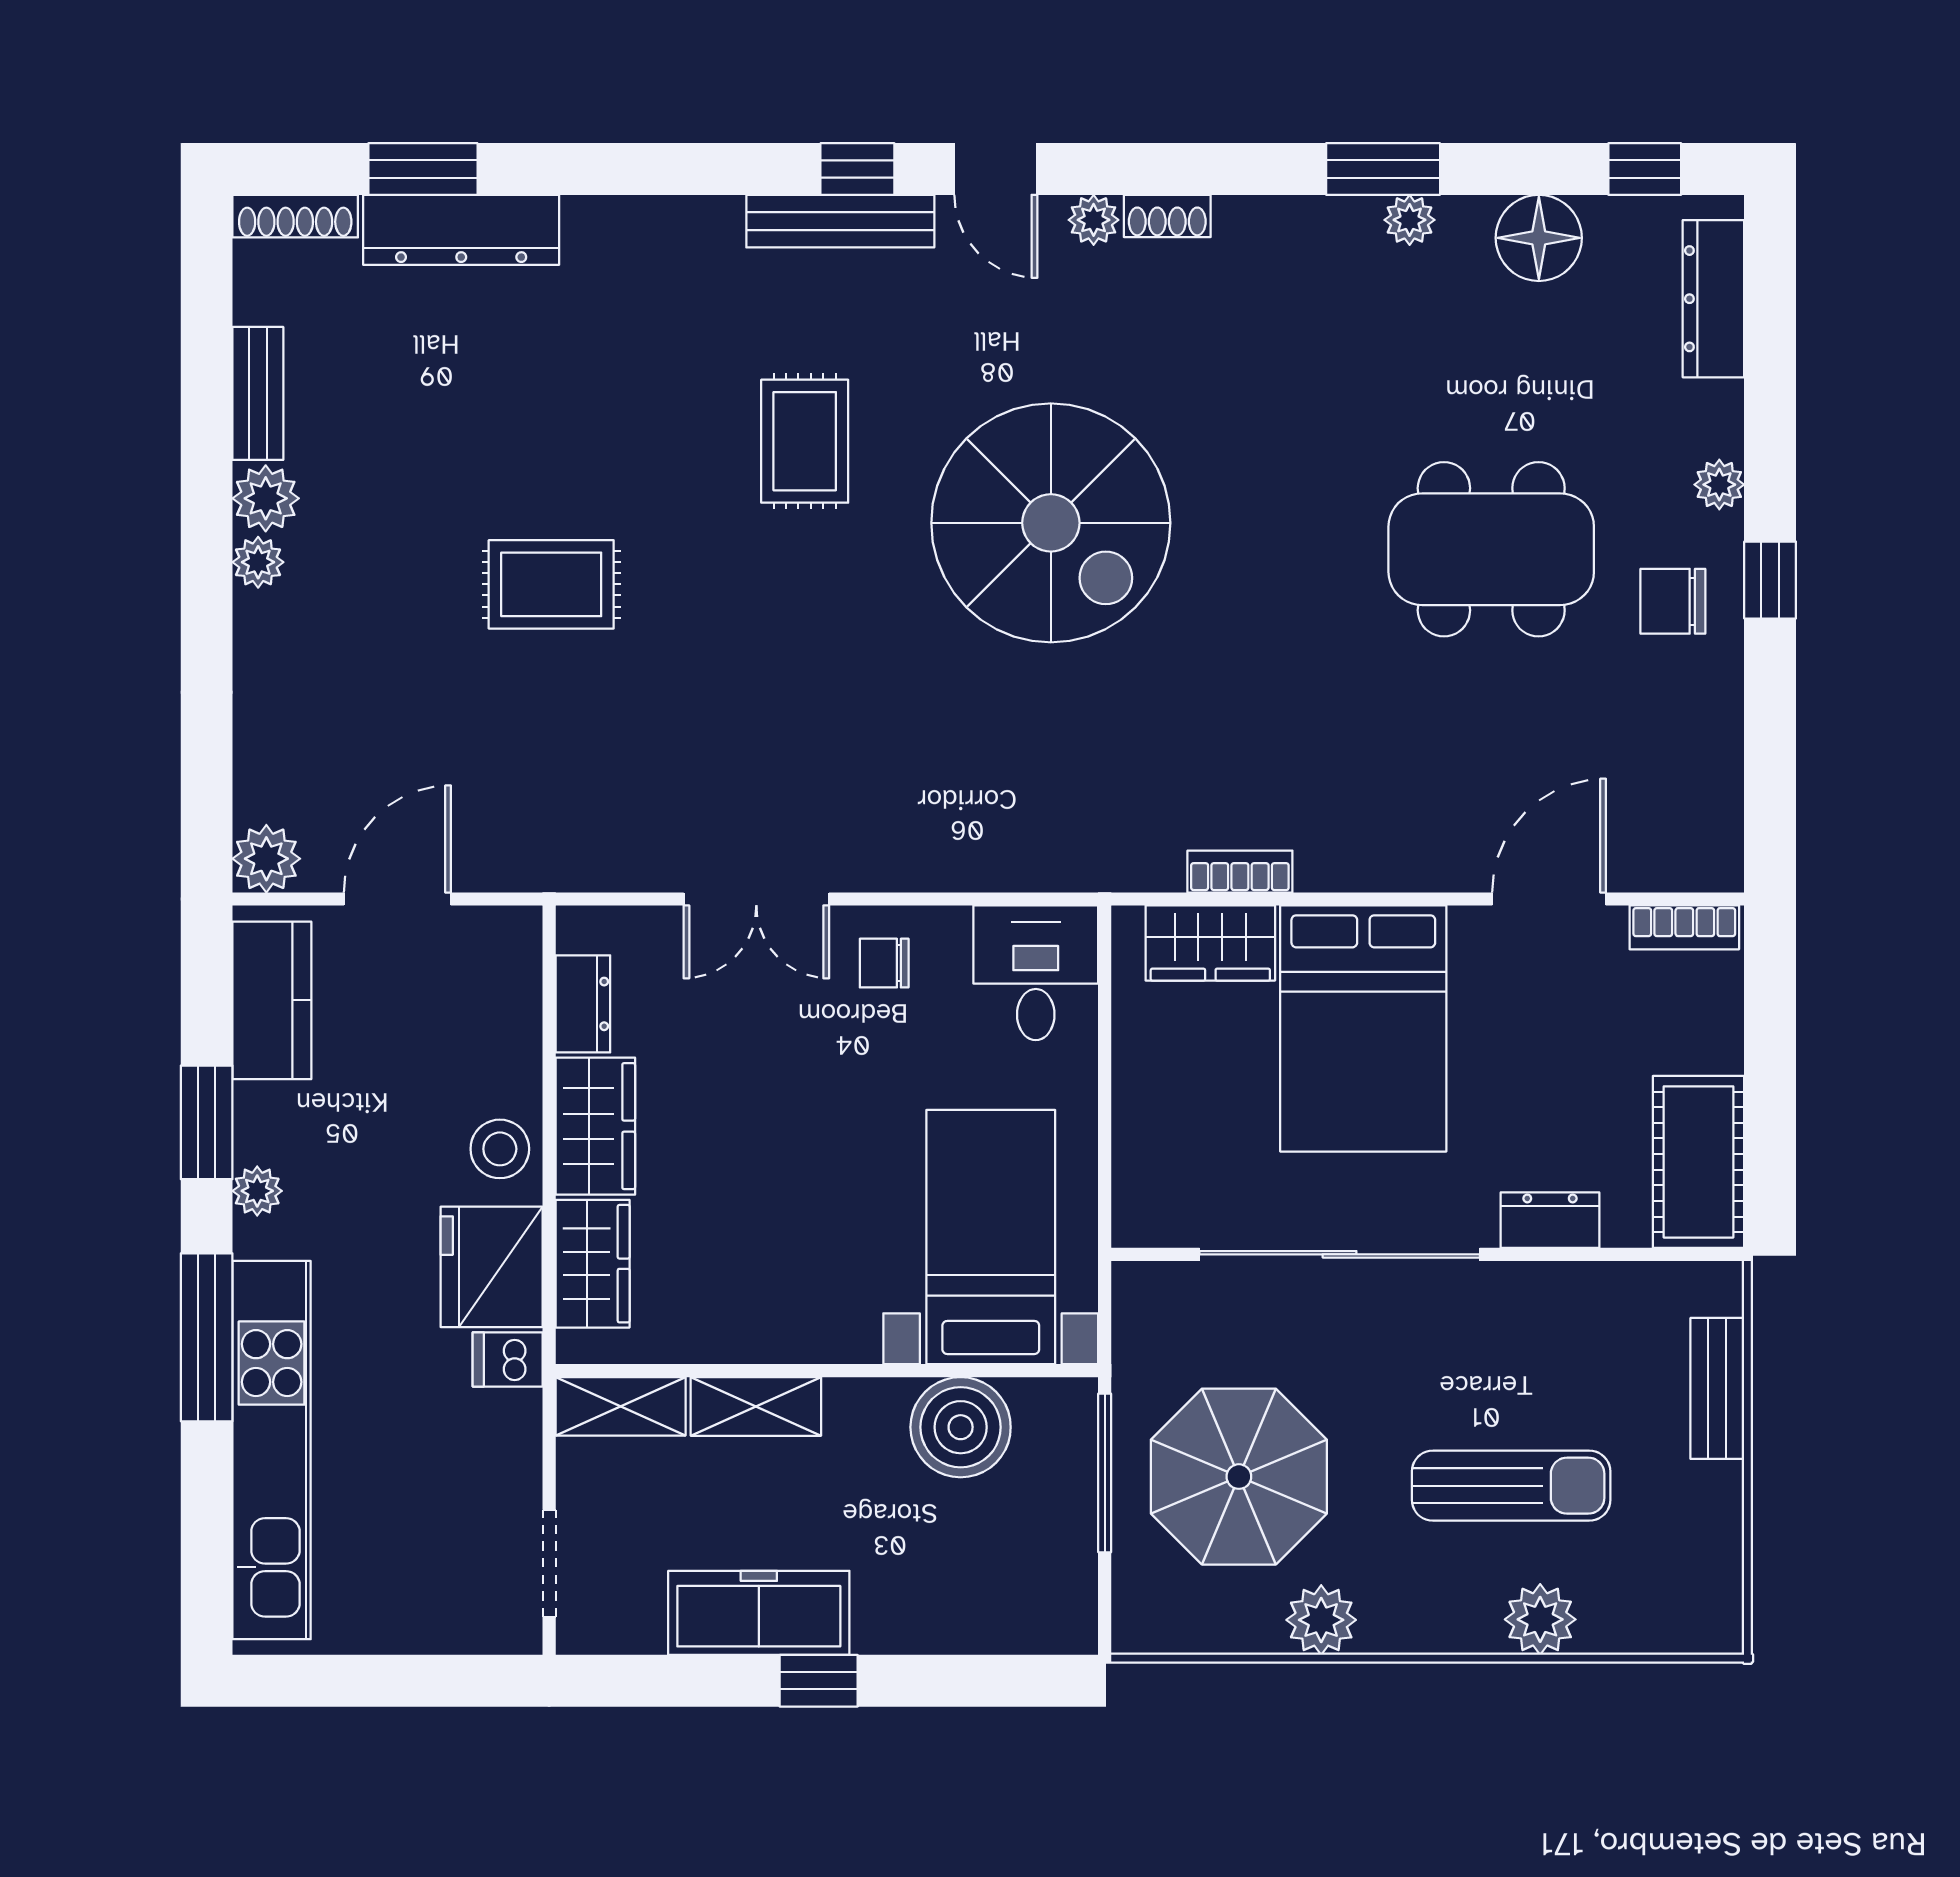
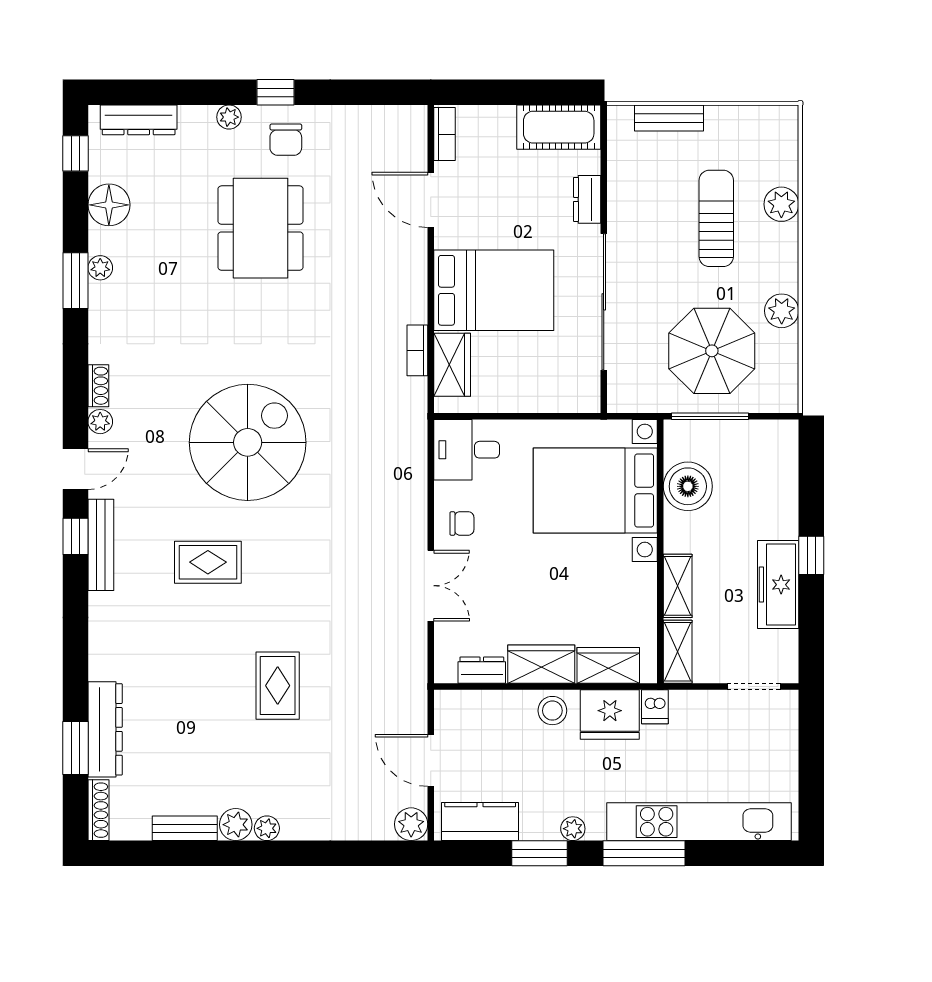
chair: (884, 963) -> (462, 523), turned -90
bed with nightstands: (991, 1237) -> (595, 490), width x1.36

